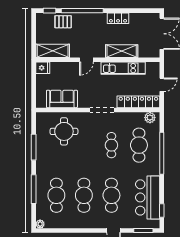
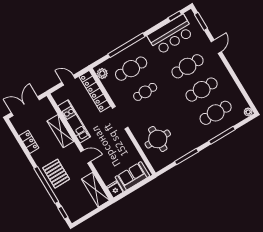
locker: (118, 18) -> (29, 142), moved
pallet: (63, 22) -> (56, 174), moved, width x1.50, depth x1.42
sofa: (62, 99) -> (132, 177), moved, turned 90

